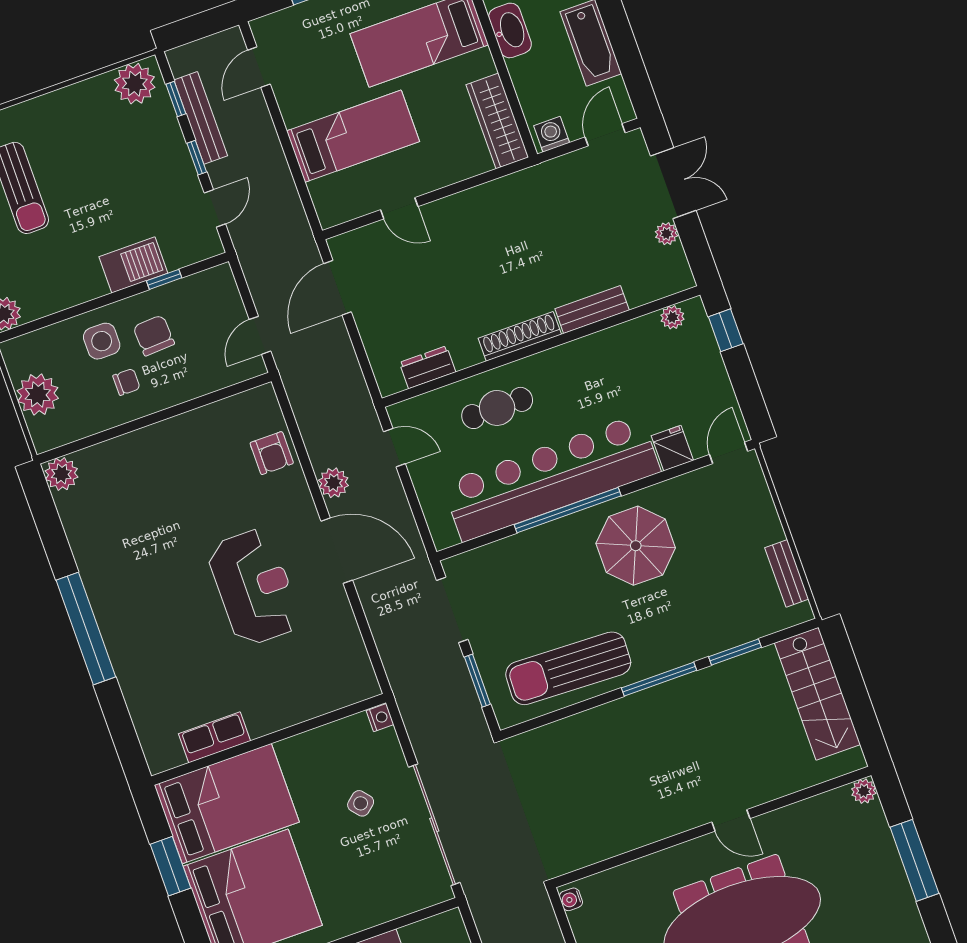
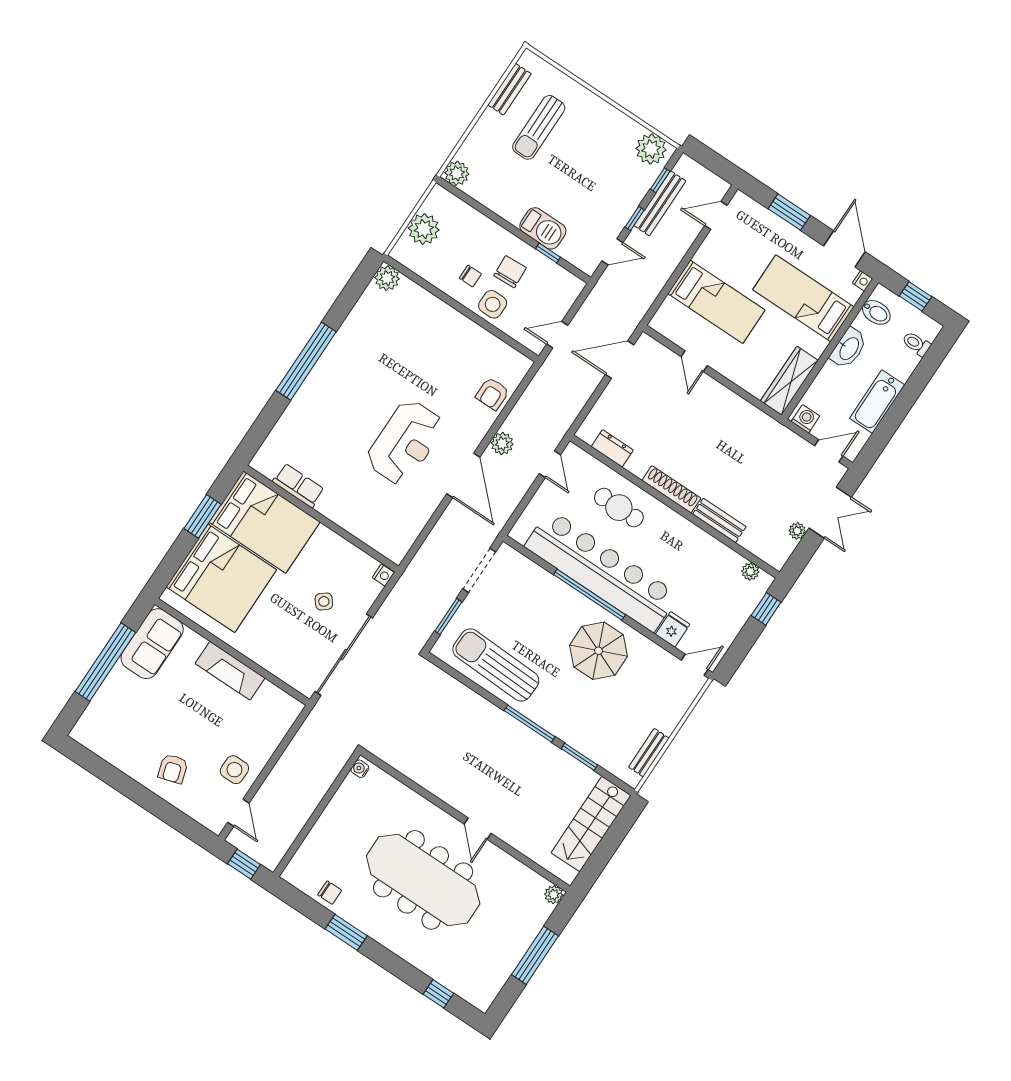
side table: (102, 341) -> (493, 304), moved

